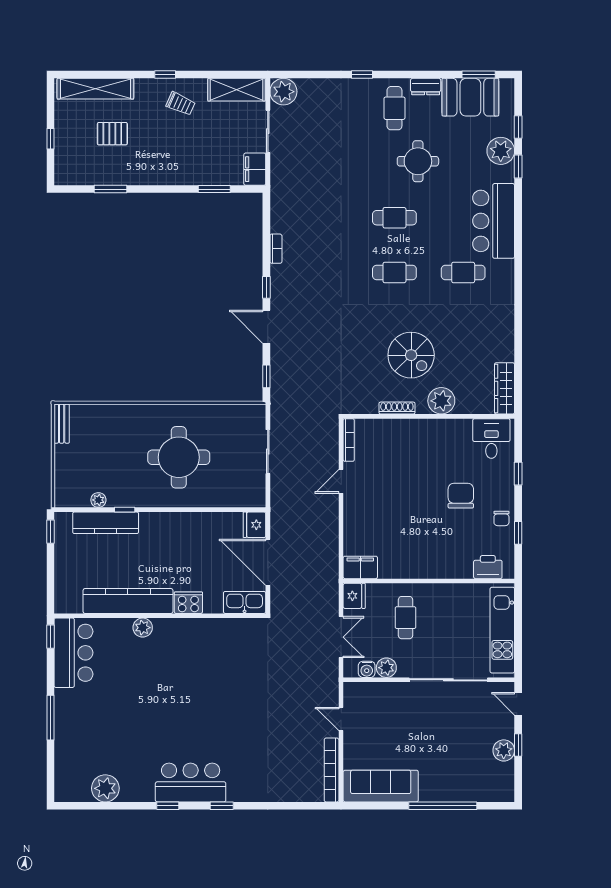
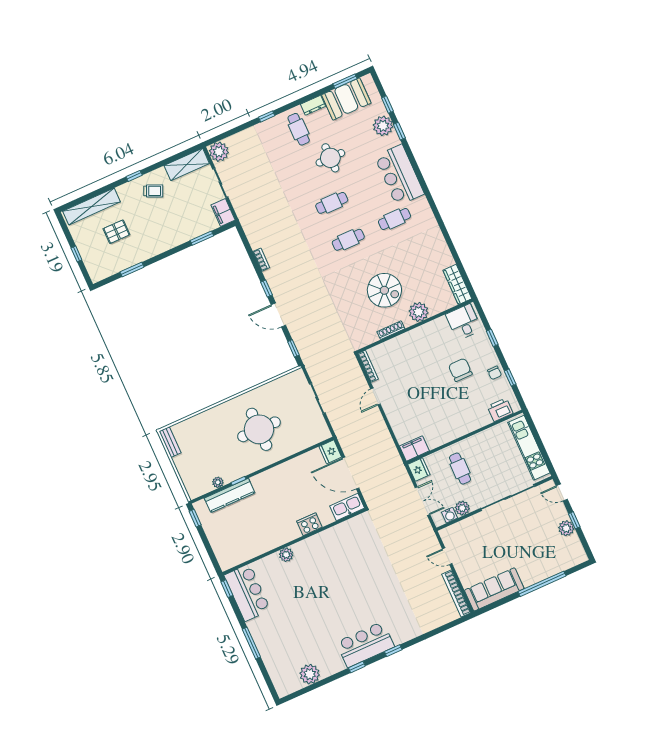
kitchen counter: (128, 601) -> (268, 541), removed

